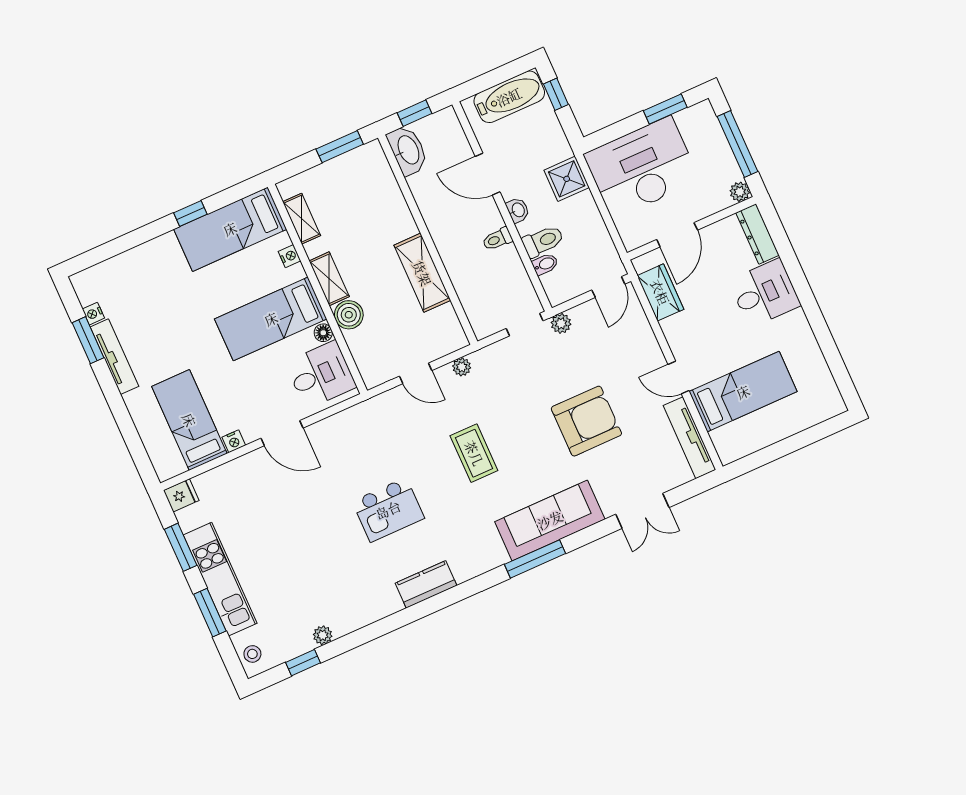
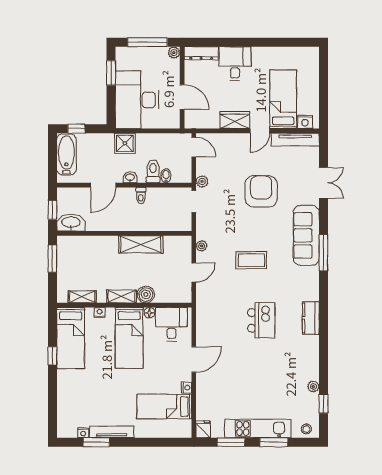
wardrobe: (660, 292) -> (235, 120), moved
nightstand: (723, 441) -> (305, 122), added

